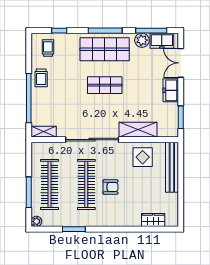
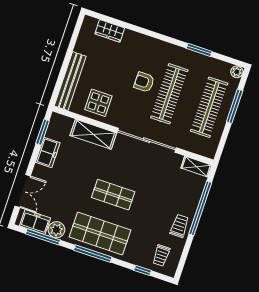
freezer: (171, 90) -> (48, 153), moved

